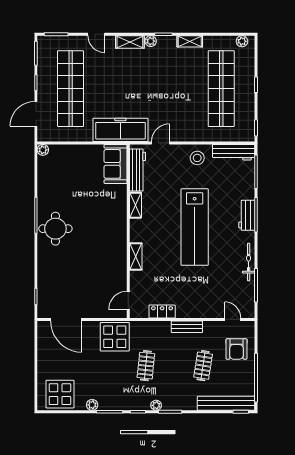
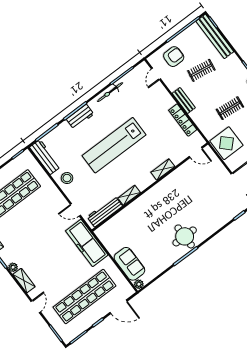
sofa: (116, 164) -> (129, 264), moved, turned -90
lab bench: (195, 227) -> (114, 145), turned 180
locker: (162, 312) -> (183, 120), width x1.53

